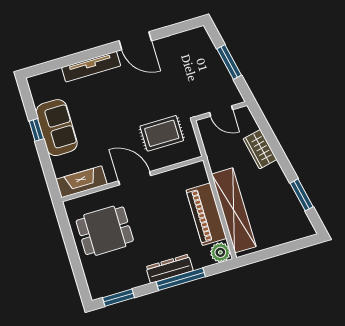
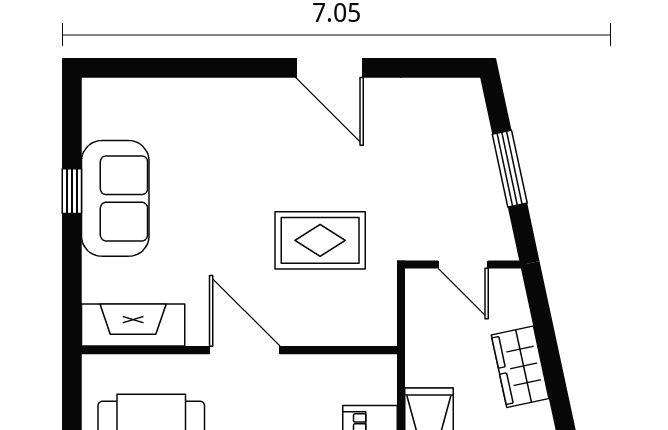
tv unit: (91, 67) -> (223, 94), removed
rug: (162, 133) -> (320, 240), moved

